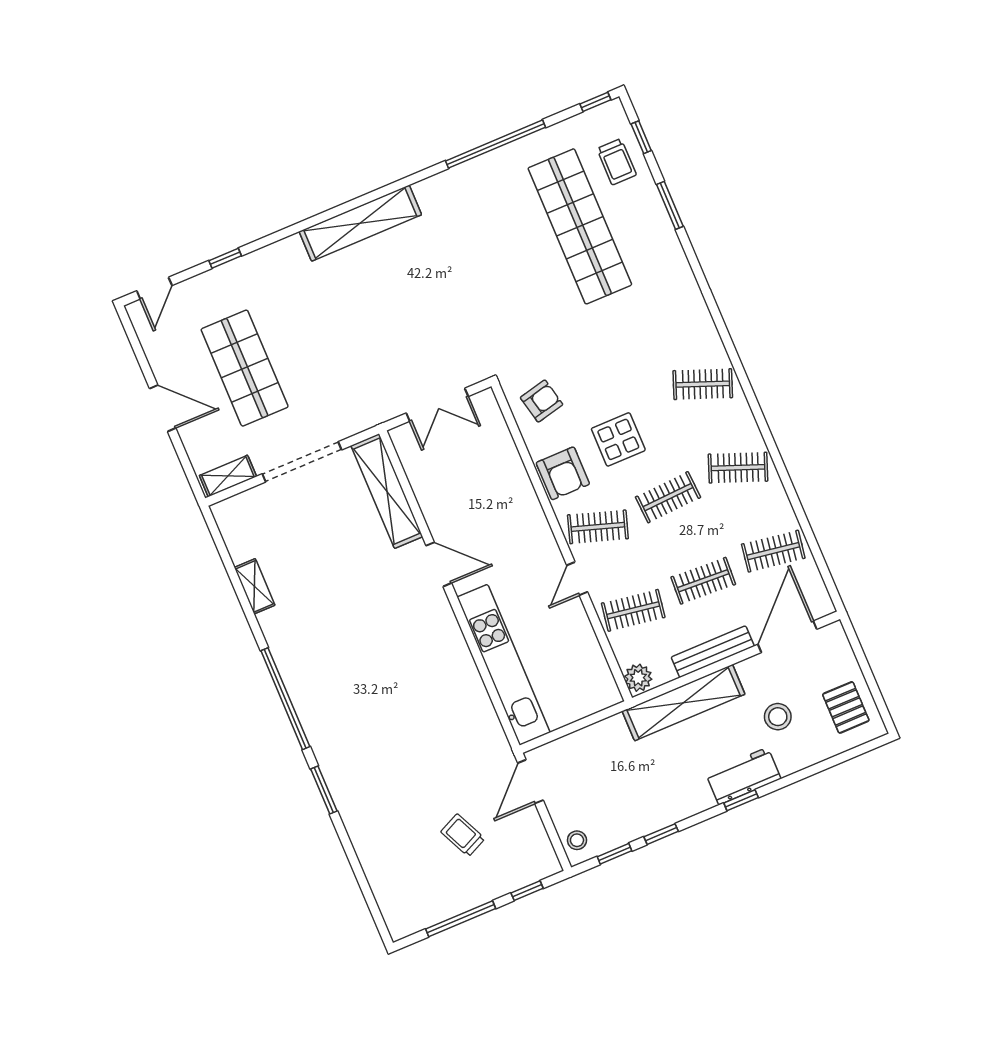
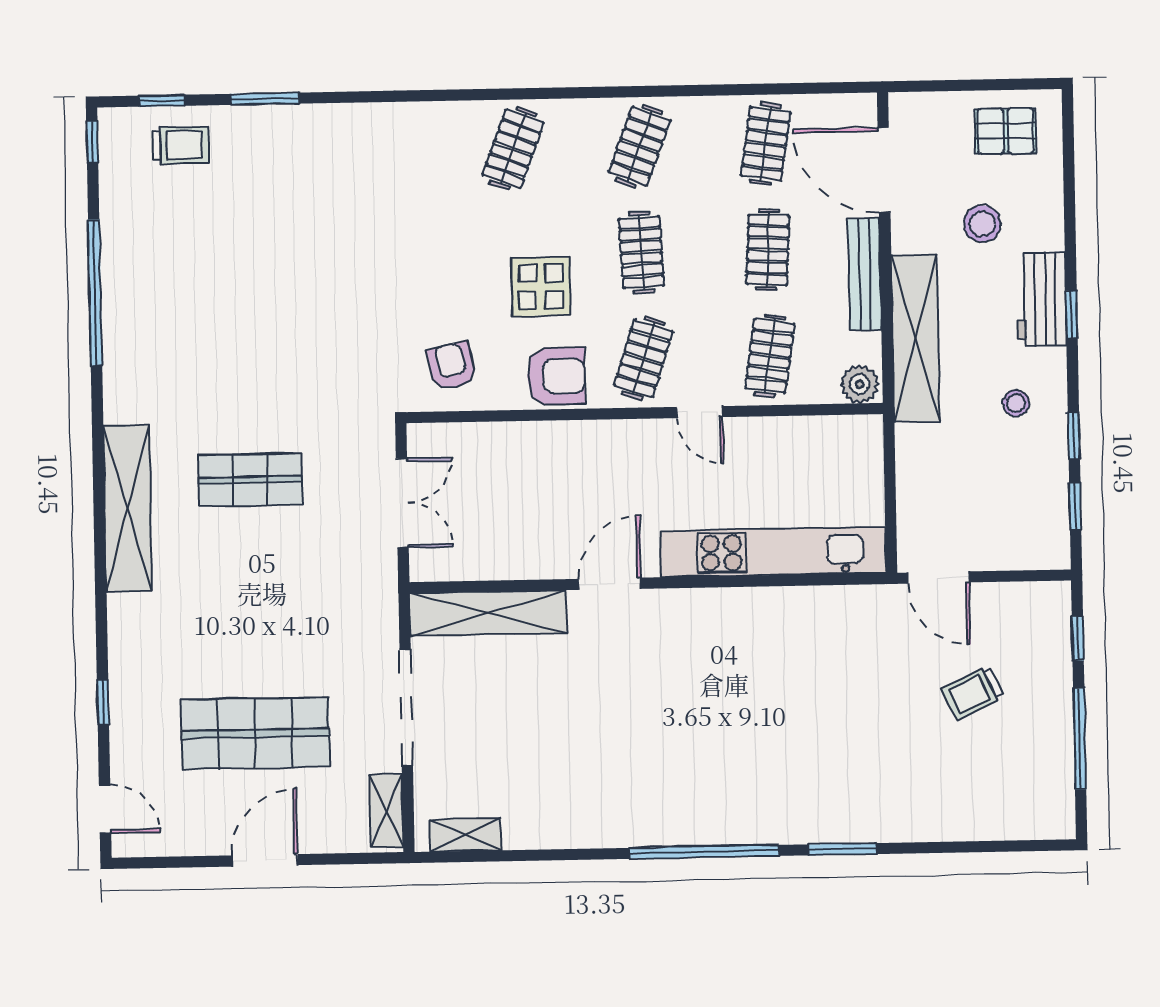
shop shelf: (580, 226) -> (250, 480), moved, width x0.50, depth x0.74
shelving: (255, 586) -> (466, 835), moved
stool: (577, 840) -> (1016, 403), moved

